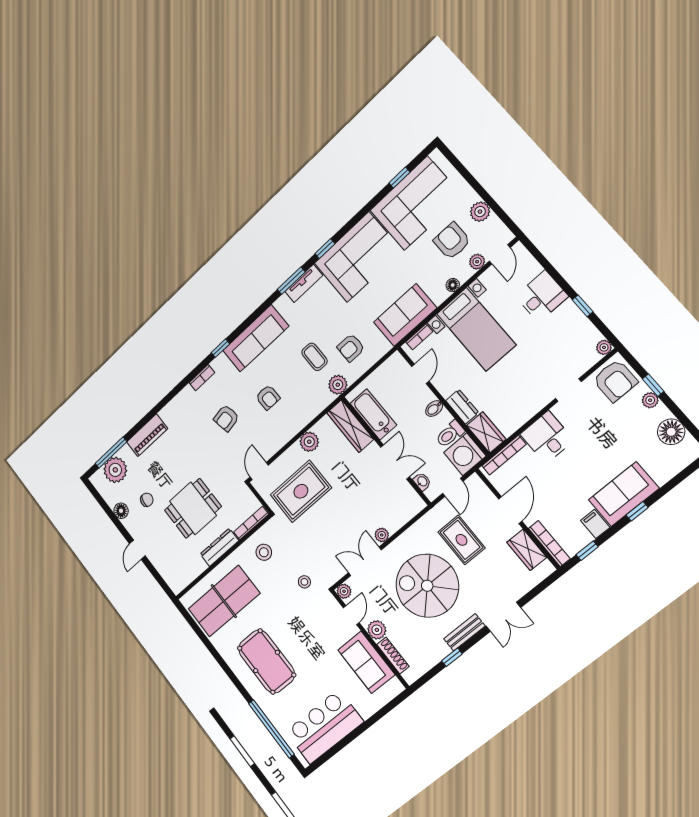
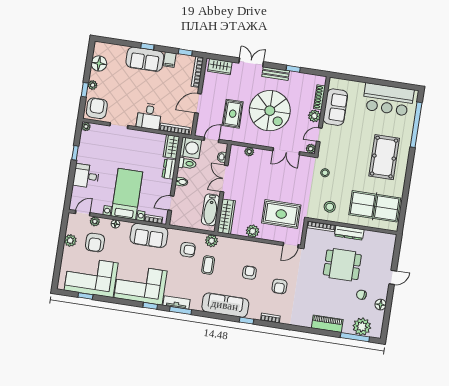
armchair: (226, 418) -> (279, 286), turned 100
plant: (382, 535) -> (249, 152), moved
wardrobe: (527, 550) -> (220, 67), moved, turned 90

